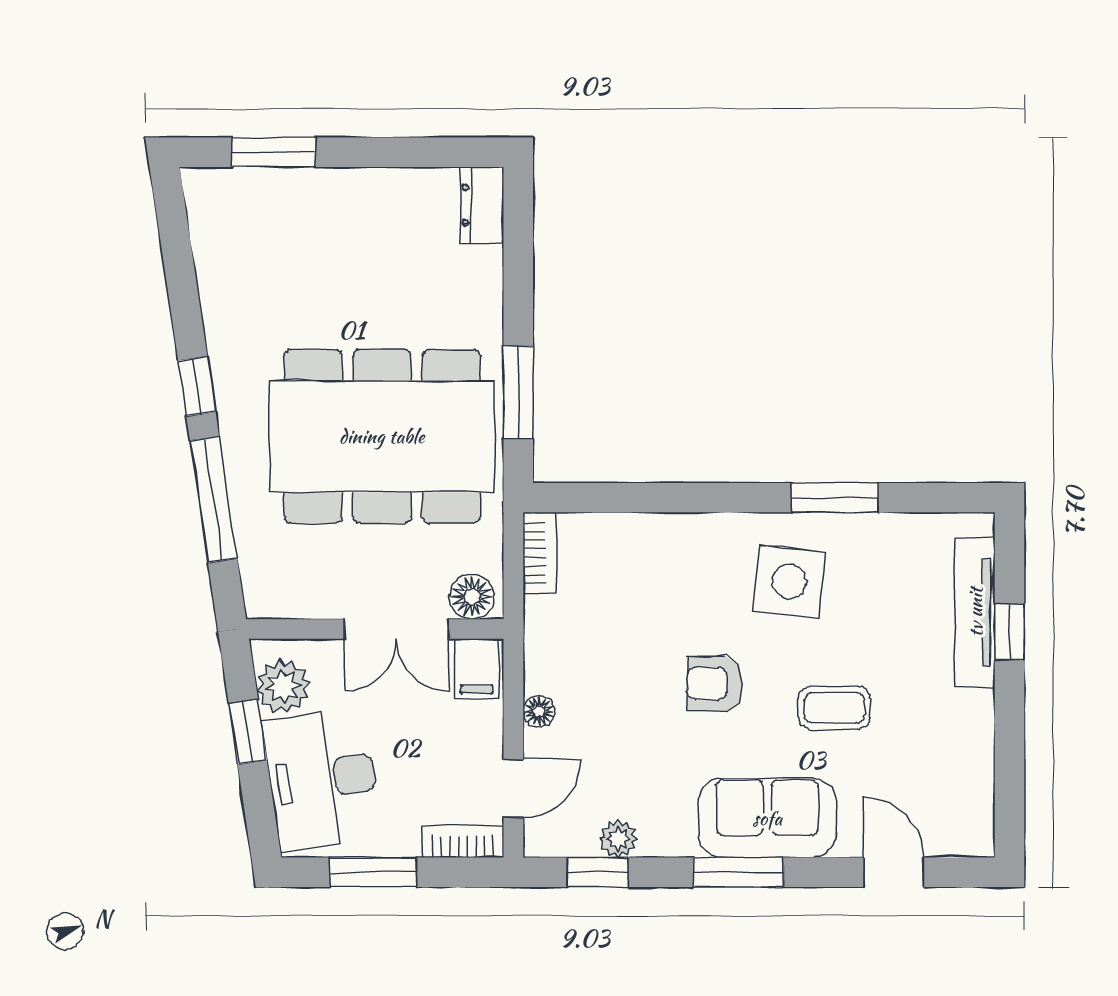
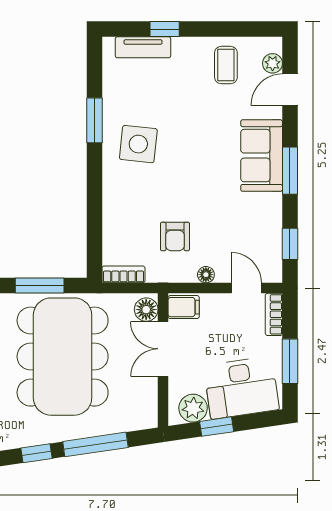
tv unit: (975, 612) -> (143, 47), width x0.71
double door: (397, 629) -> (163, 349), swing flipped
armchair: (715, 684) -> (175, 236), moved
coffee table: (834, 708) -> (226, 65), moved
plant: (618, 839) -> (273, 63), moved

